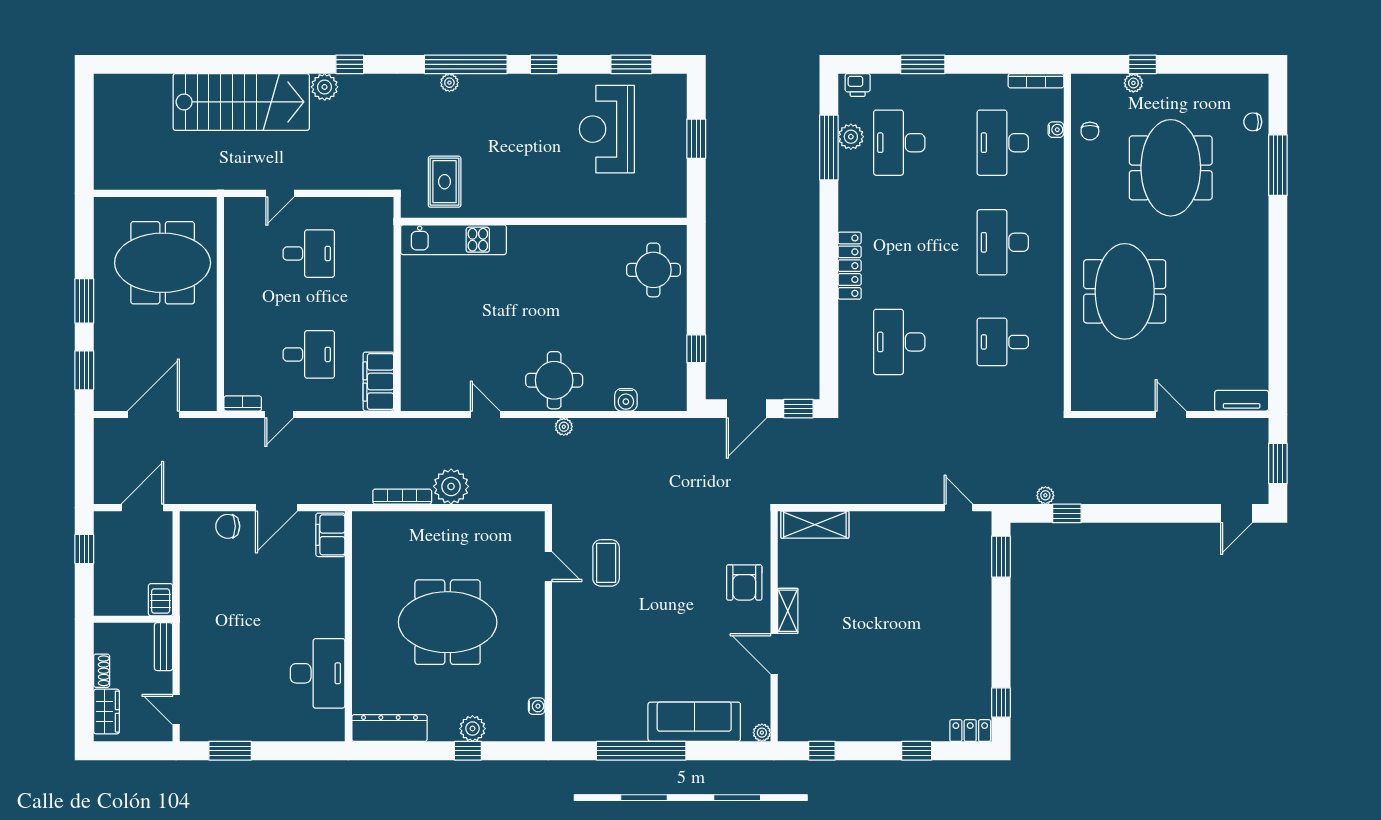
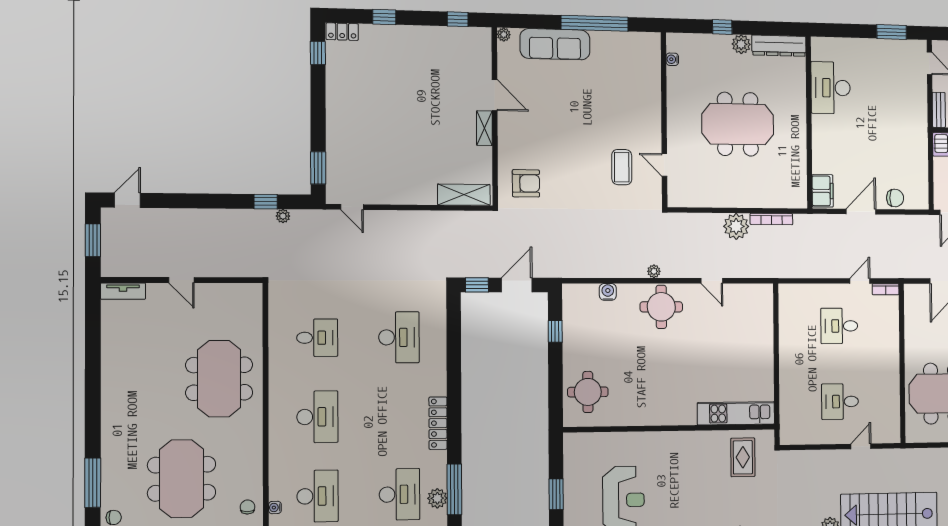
locker: (850, 266) -> (438, 423), moved
filing cabinet: (378, 382) -> (789, 306), removed
armchair: (744, 582) -> (526, 183), moved, turned 90
plant: (472, 729) -> (741, 44), moved

